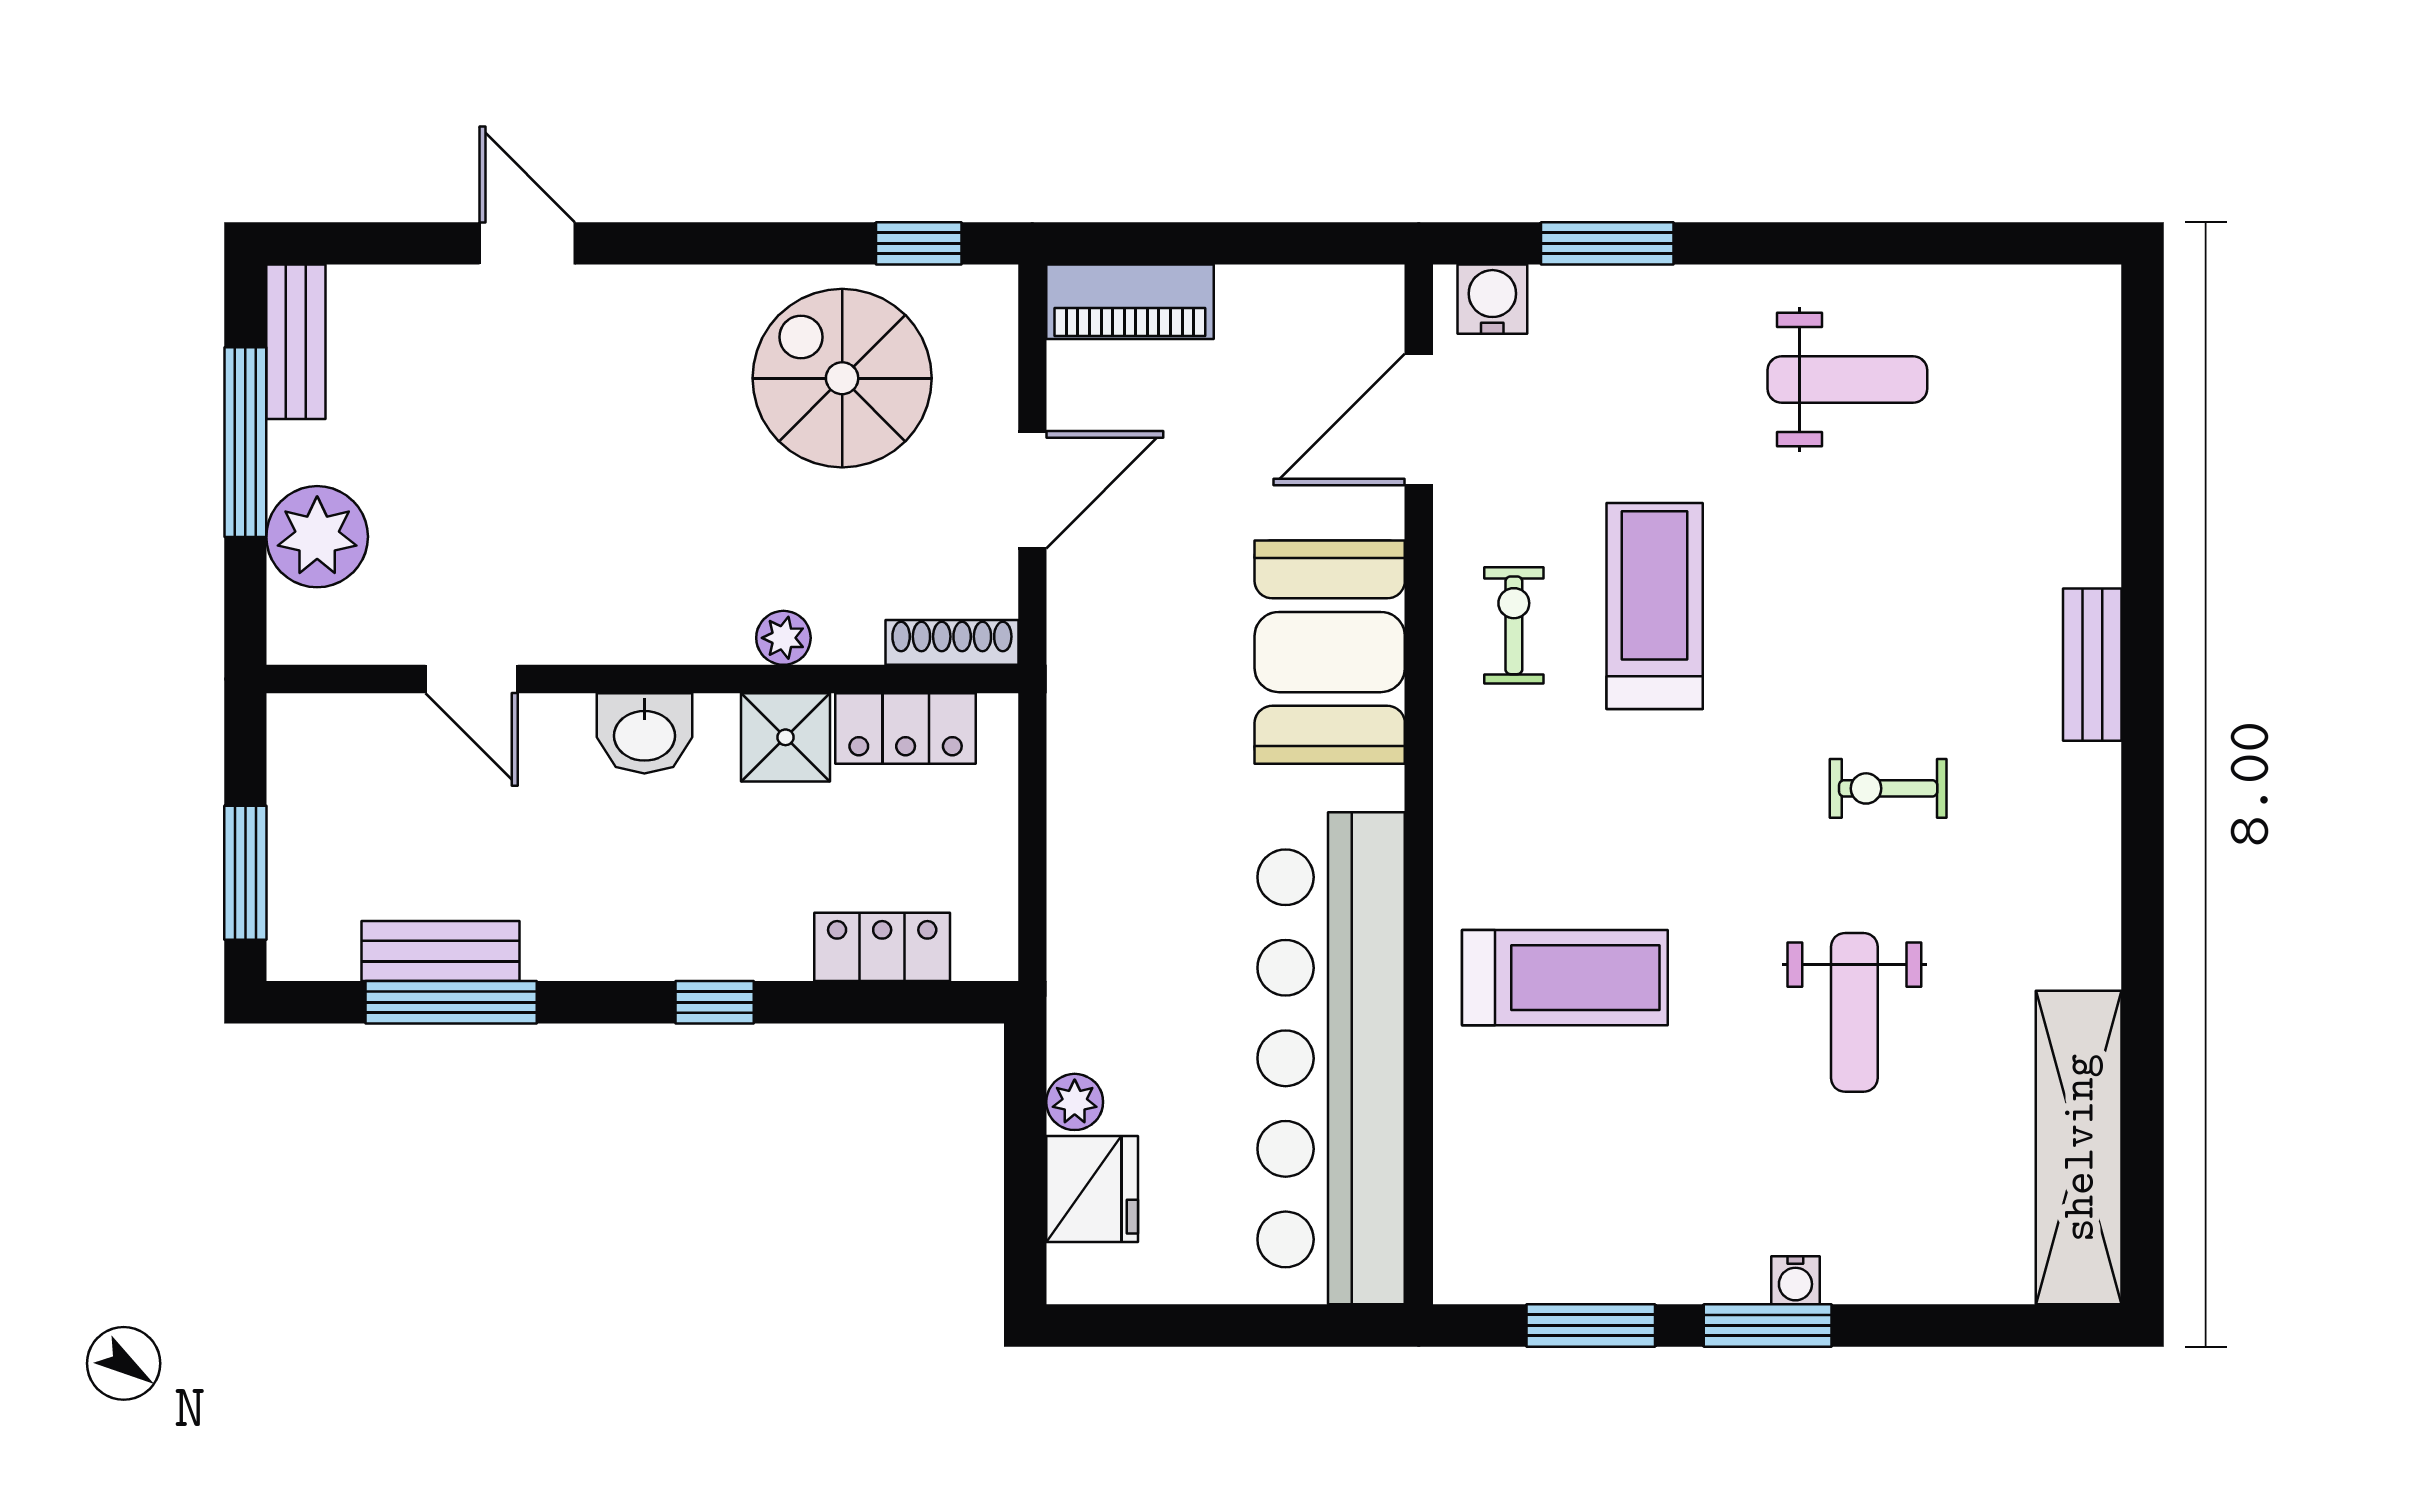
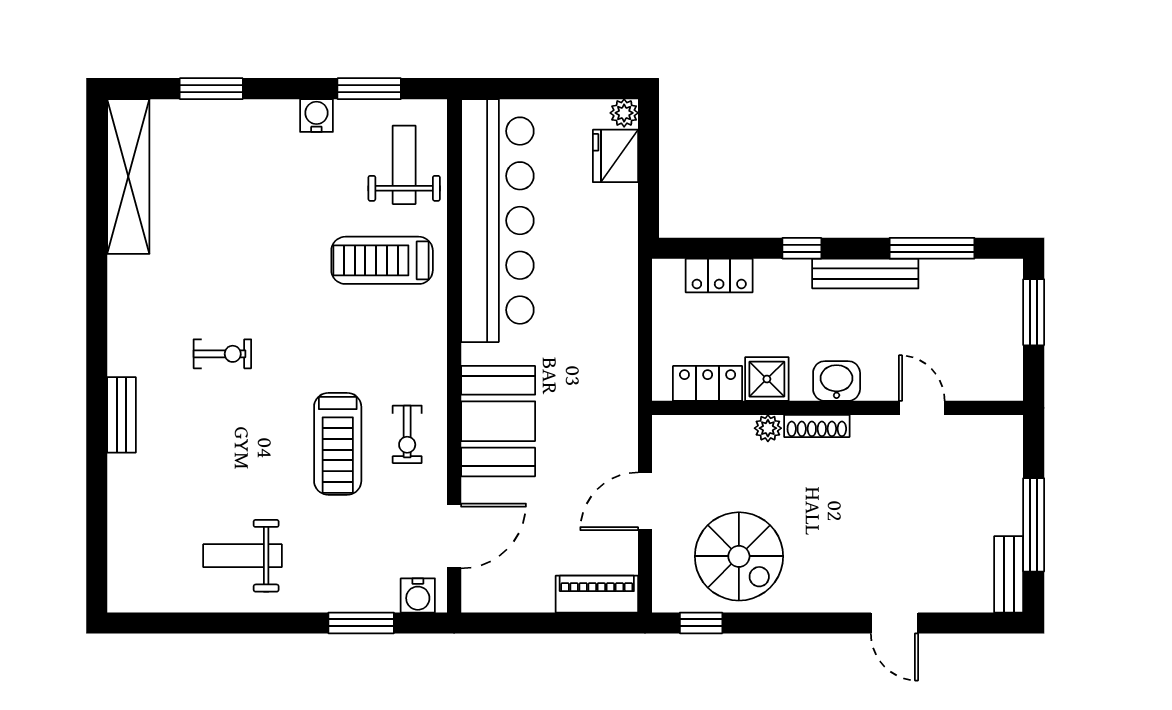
plant: (317, 537) -> (998, 478), removed
shoe rack: (952, 642) -> (817, 426), moved
bench: (440, 951) -> (865, 274), moved, width x1.36
weight bench: (1854, 1012) -> (404, 165), moved
plant: (1075, 1102) -> (624, 113), moved
water cooler: (1795, 1280) -> (316, 115), moved, width x1.38, depth x1.38
window: (1768, 1325) -> (211, 89), moved

